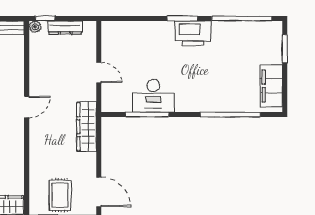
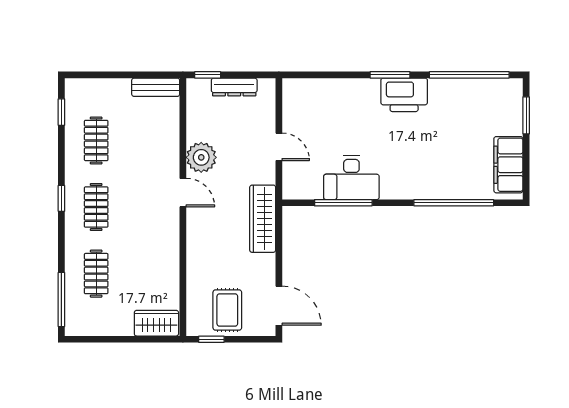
plant: (35, 27) -> (201, 157), moved, width x1.88, depth x1.88
door: (27, 107) -> (183, 193), hinge flipped

